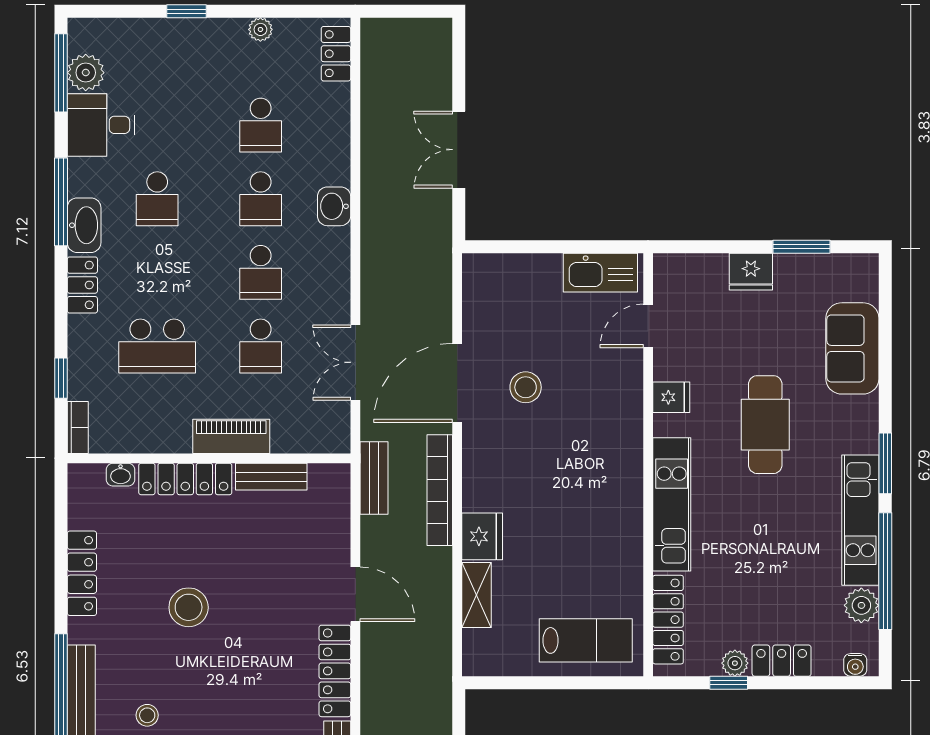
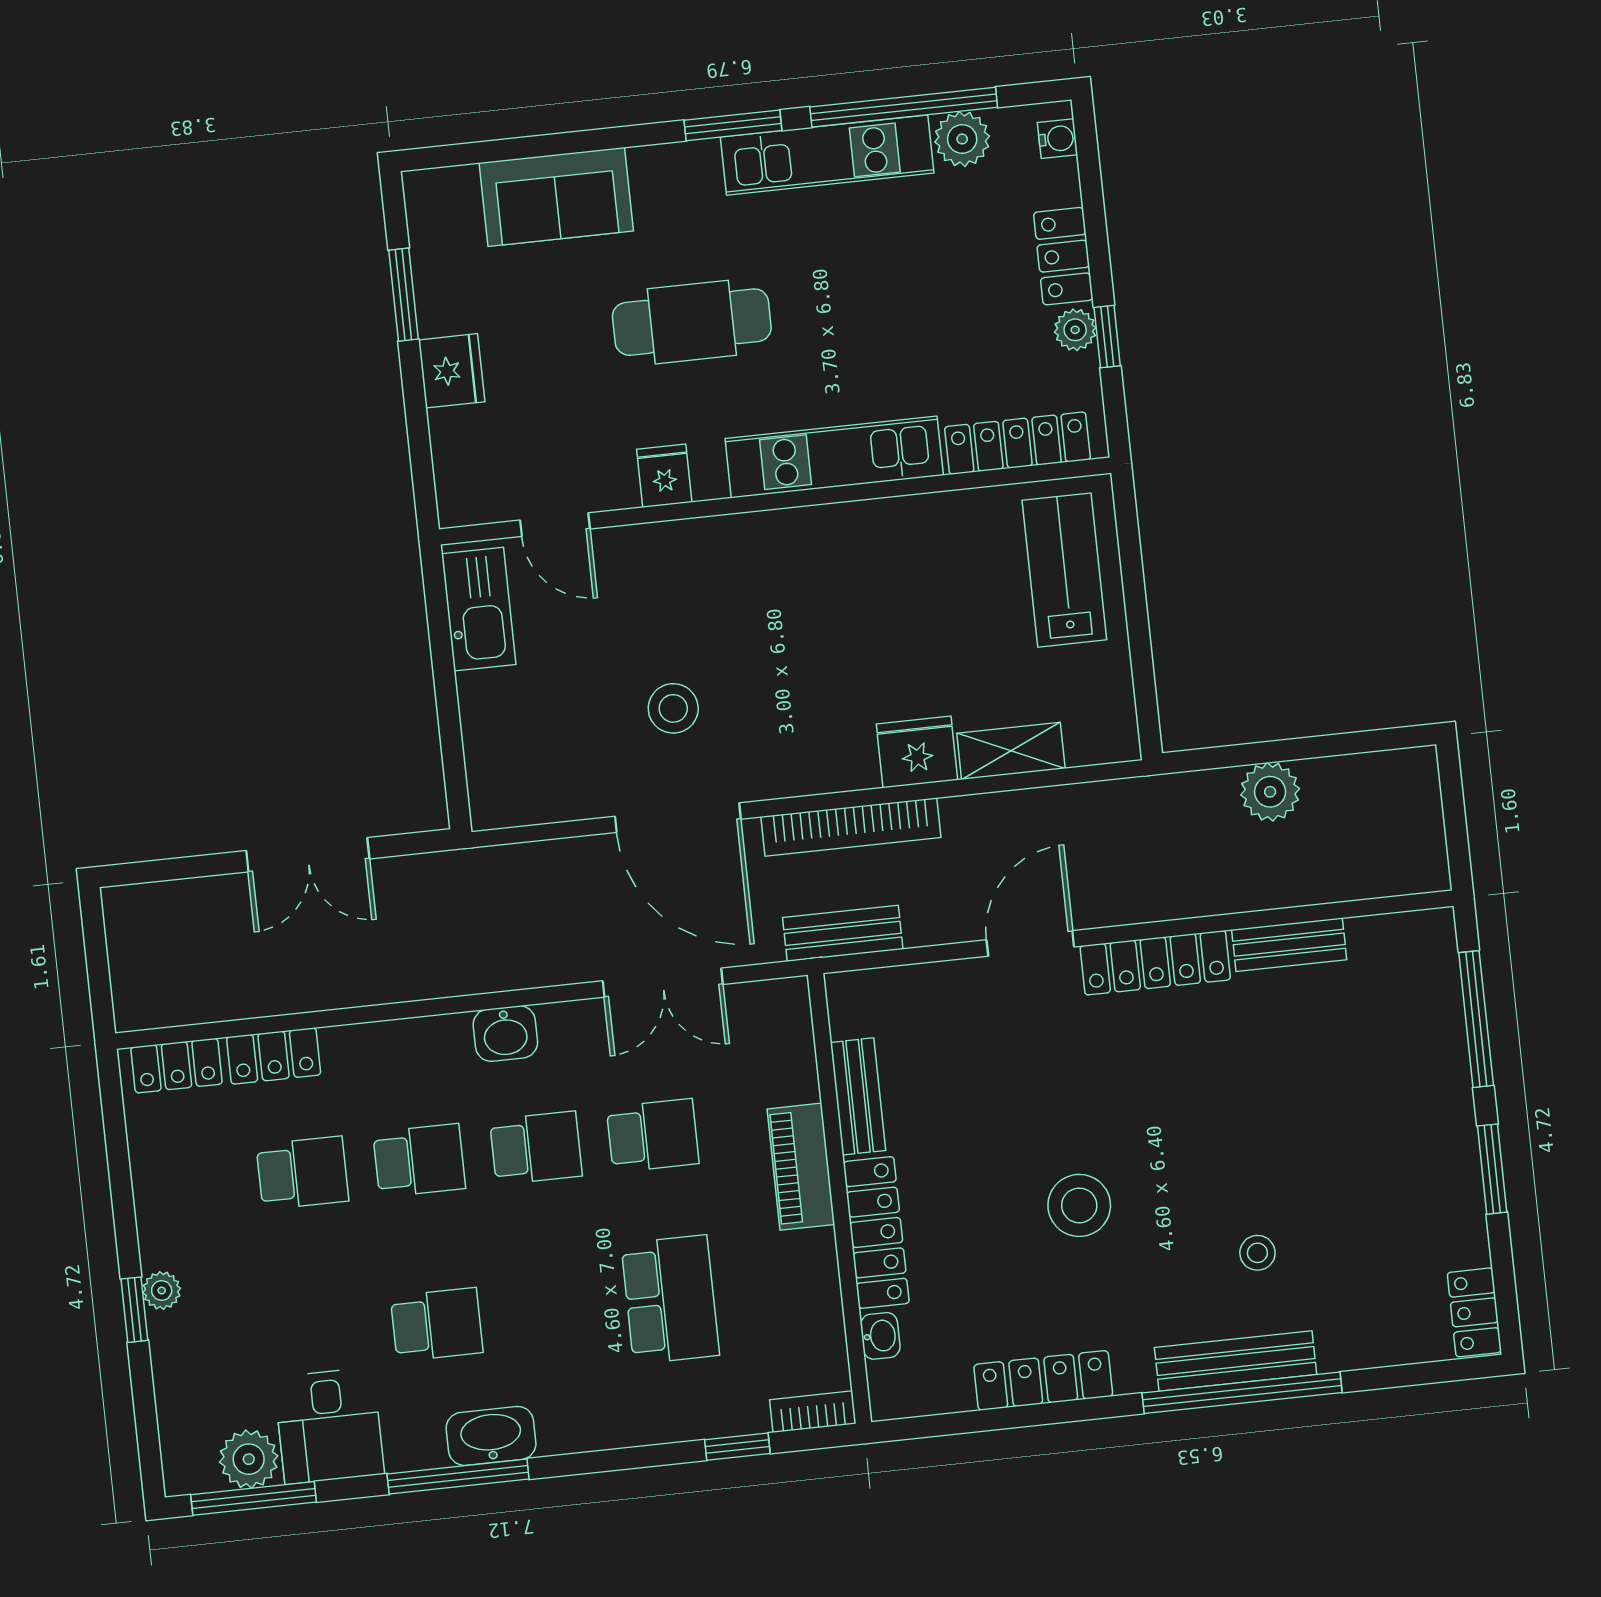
plant: (260, 29) -> (162, 1291), moved
washbasin: (334, 206) -> (505, 1034), moved
locker: (82, 285) -> (274, 1056), moved, turned 180

